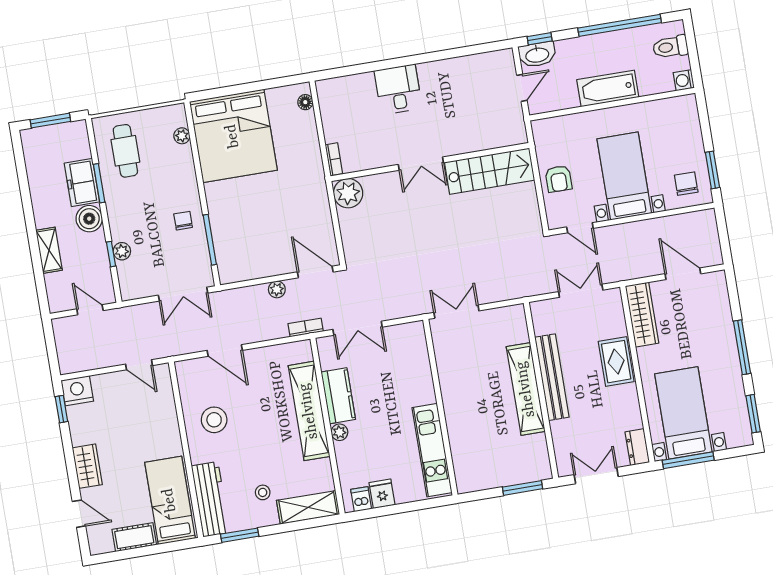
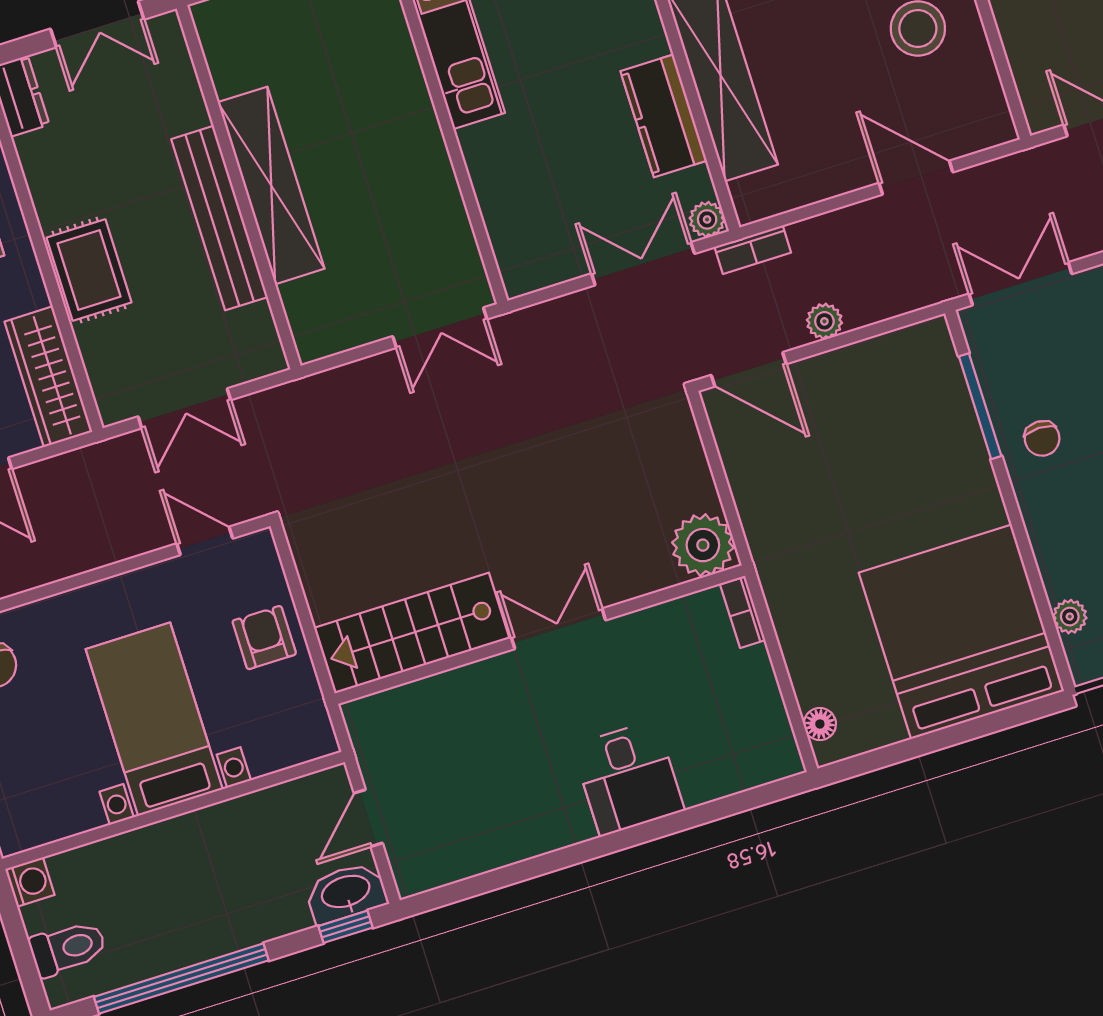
bathtub: (608, 88) -> (187, 842), removed
bed with nightstands: (624, 176) -> (154, 719), moved, turned 180
plant: (339, 432) -> (707, 219), moved

